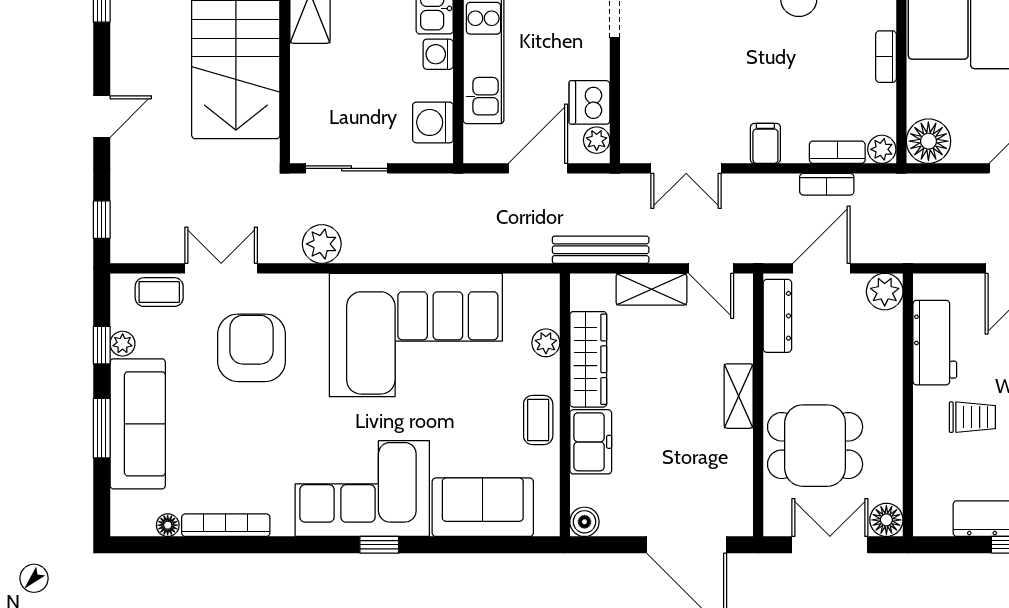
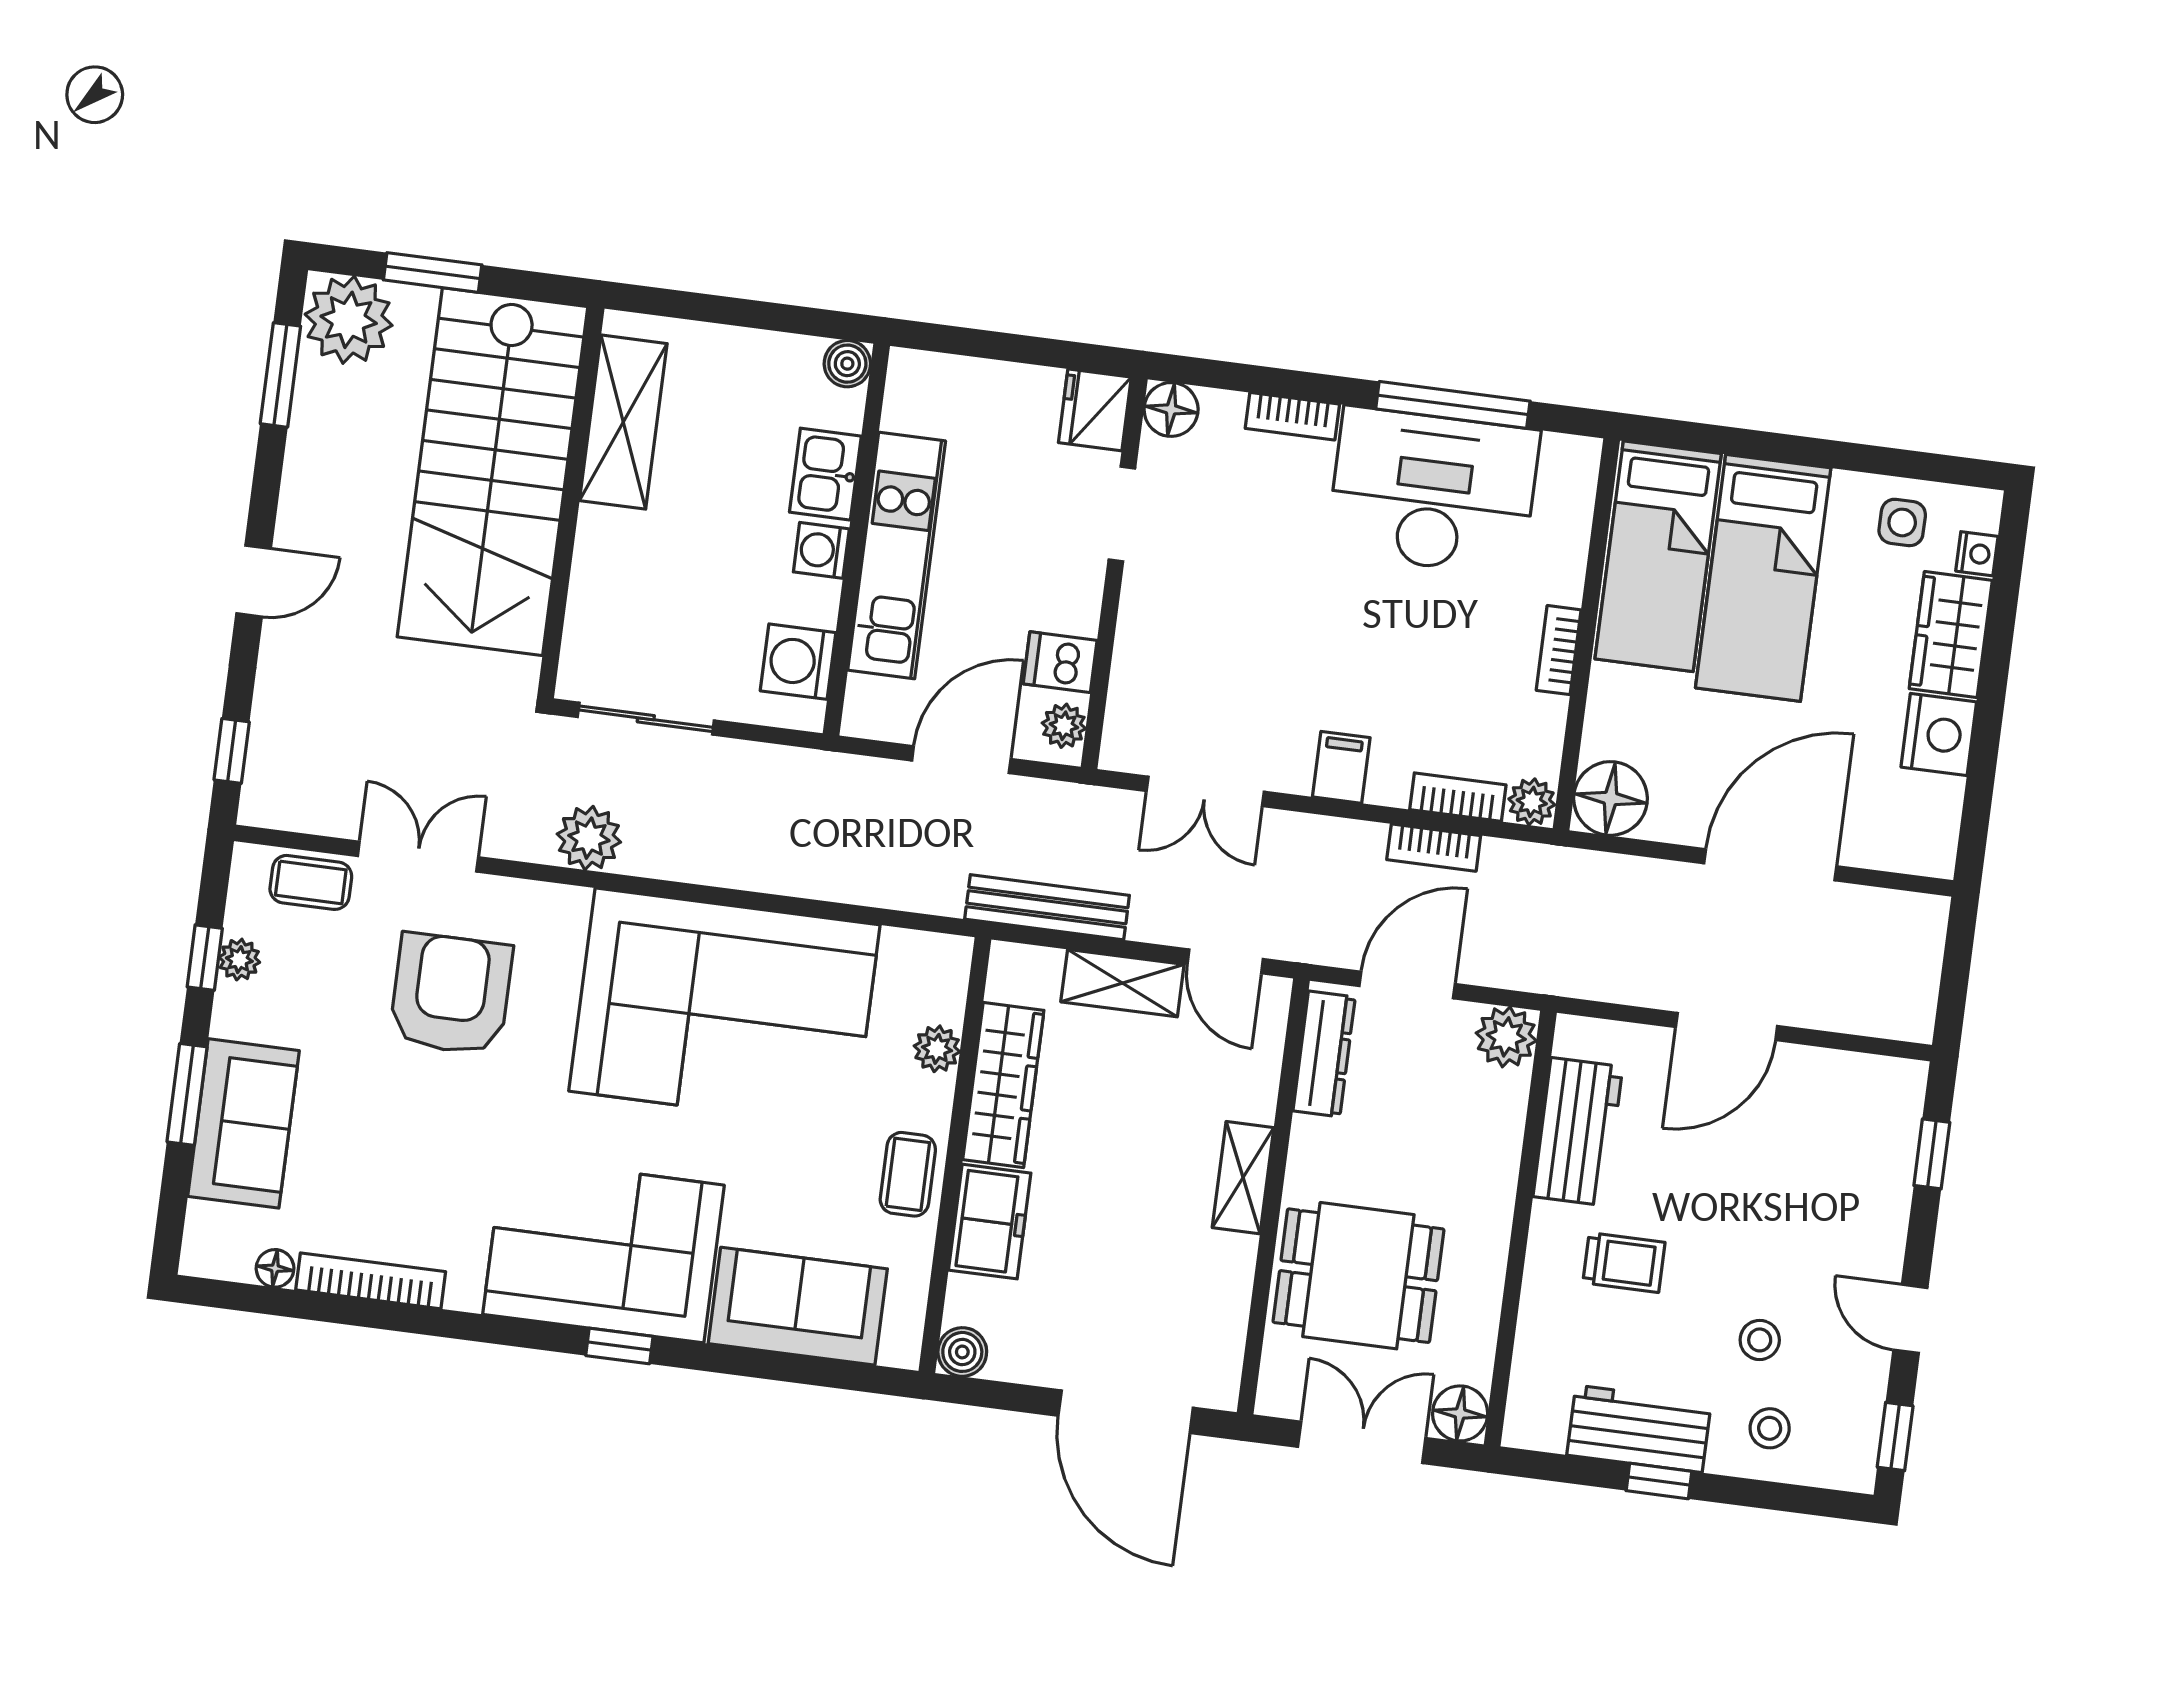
dishwasher: (589, 102) -> (1060, 662), width x0.73
sofa: (138, 424) -> (244, 1123), width x0.73

